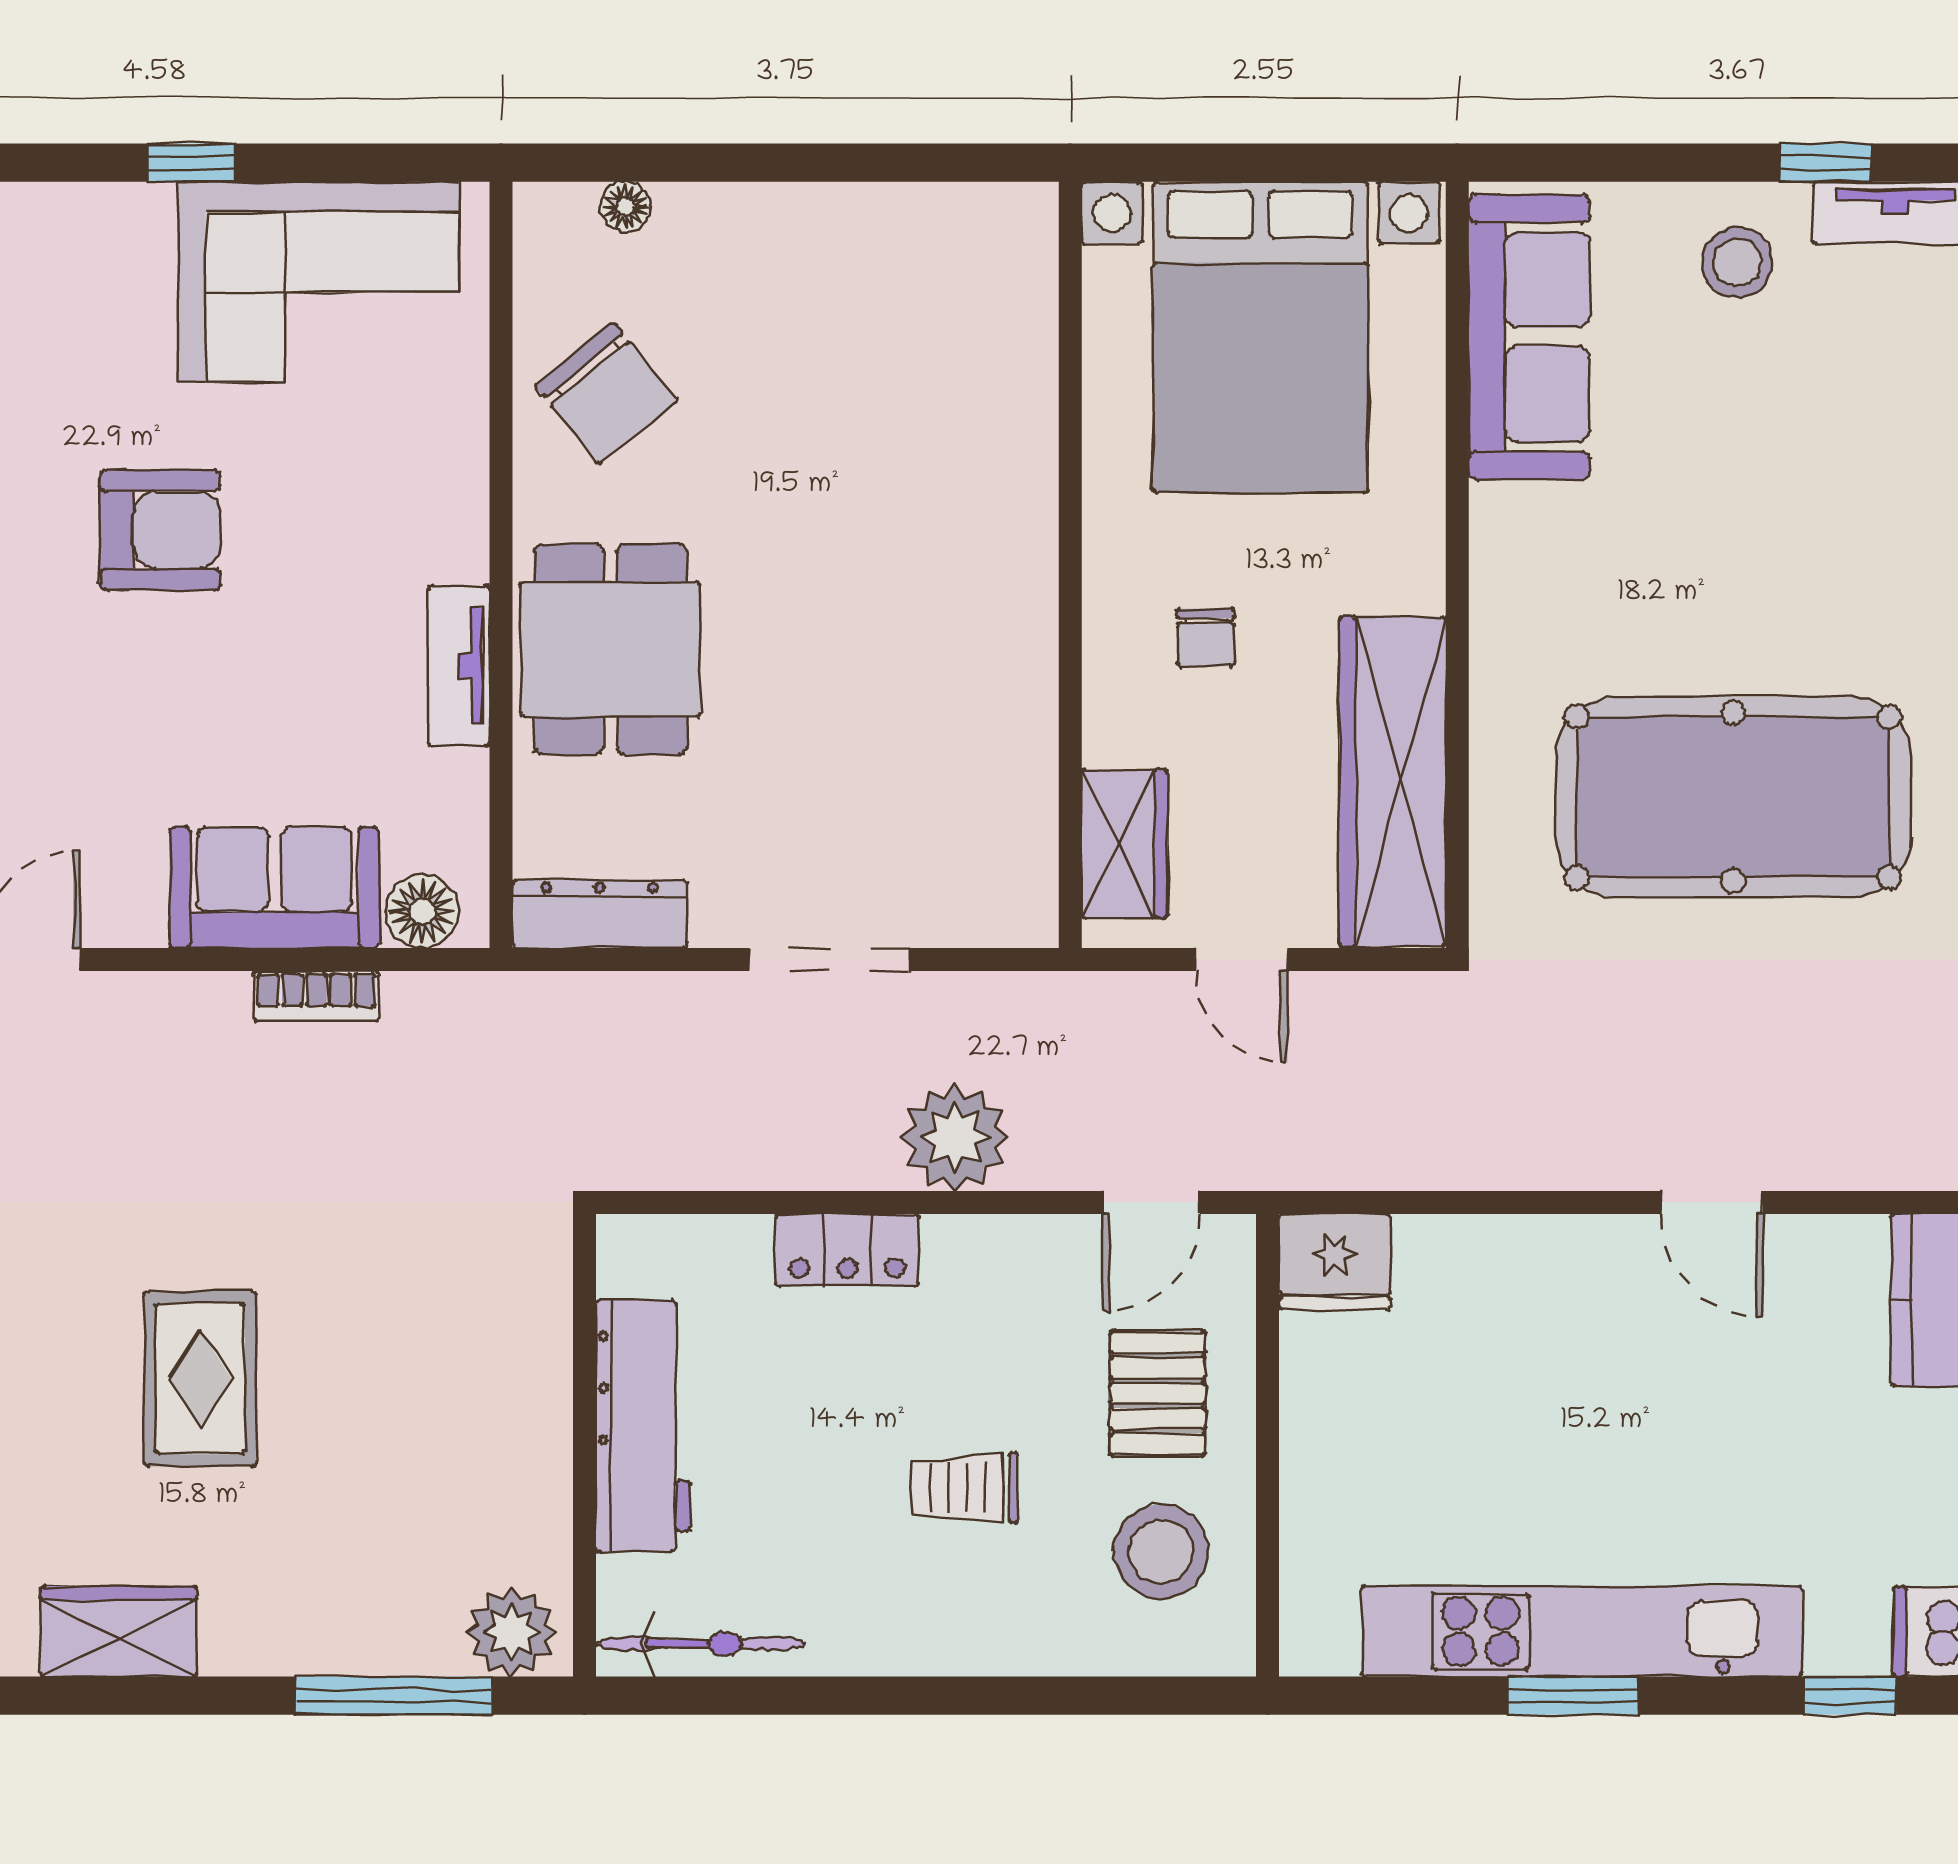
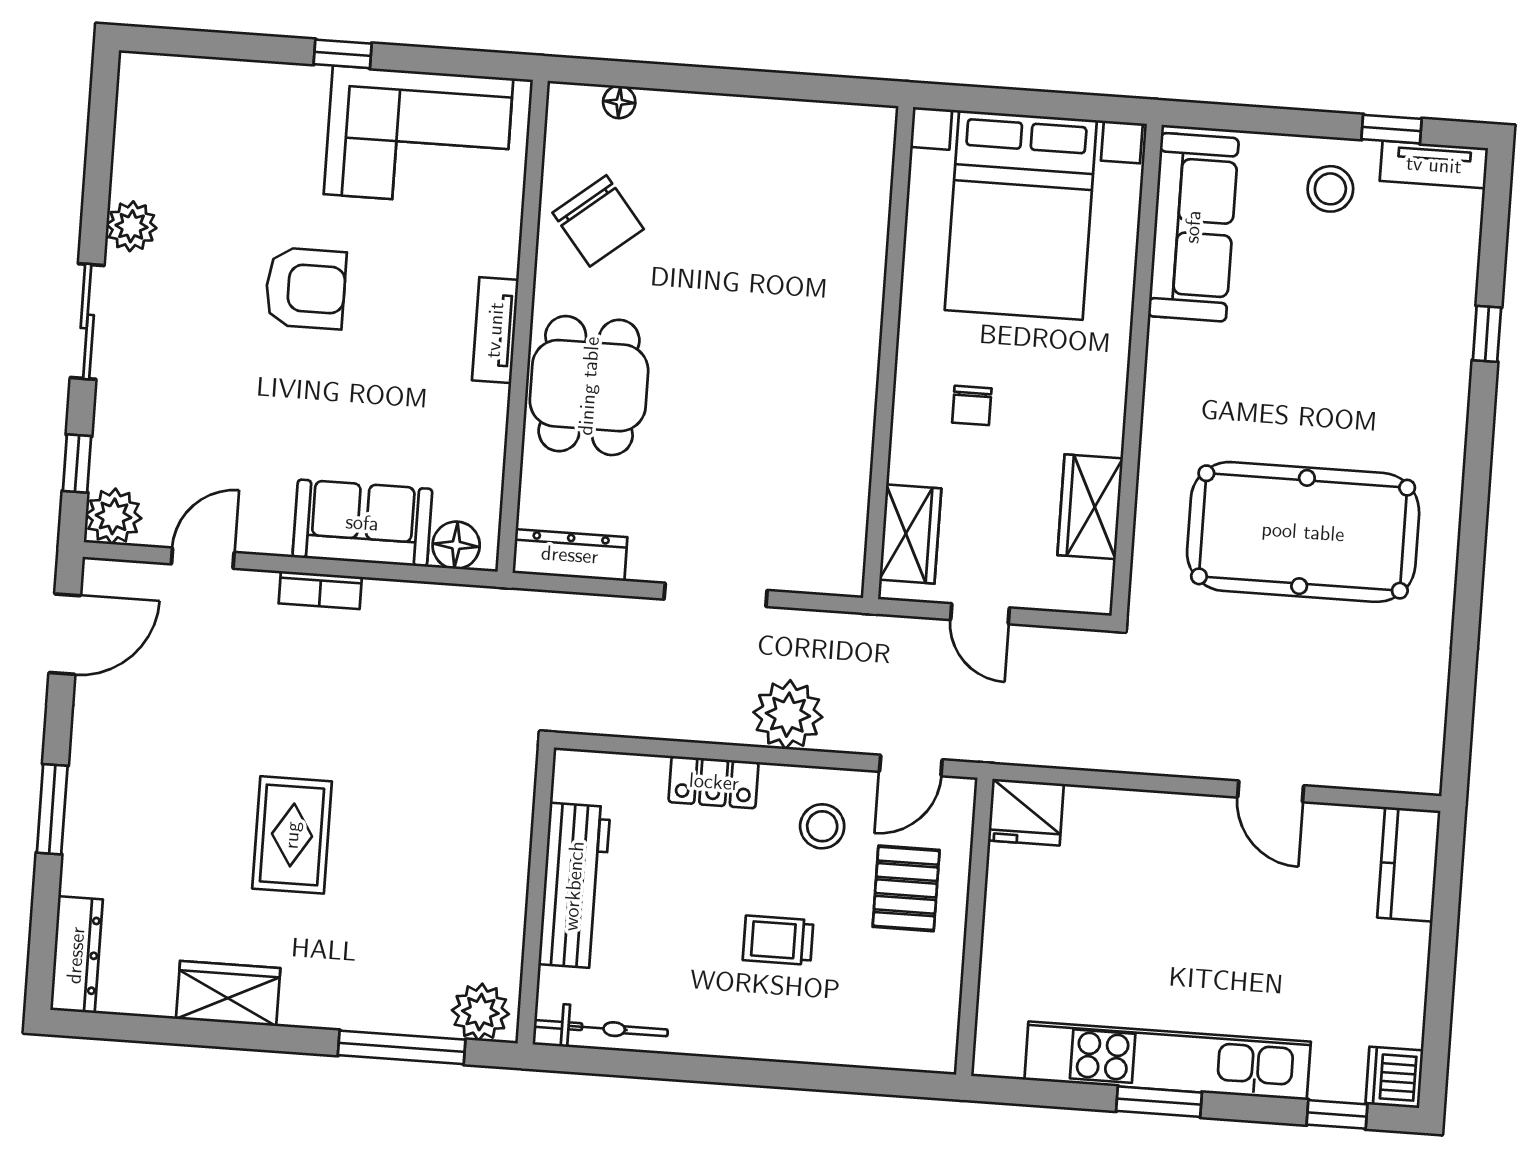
tv unit: (459, 666) -> (495, 330), moved
wardrobe: (1393, 781) -> (1090, 507), width x0.48, depth x0.85
bookcase: (316, 996) -> (320, 590), moved
stool: (1161, 1551) -> (822, 826), moved, width x0.73, depth x0.73

